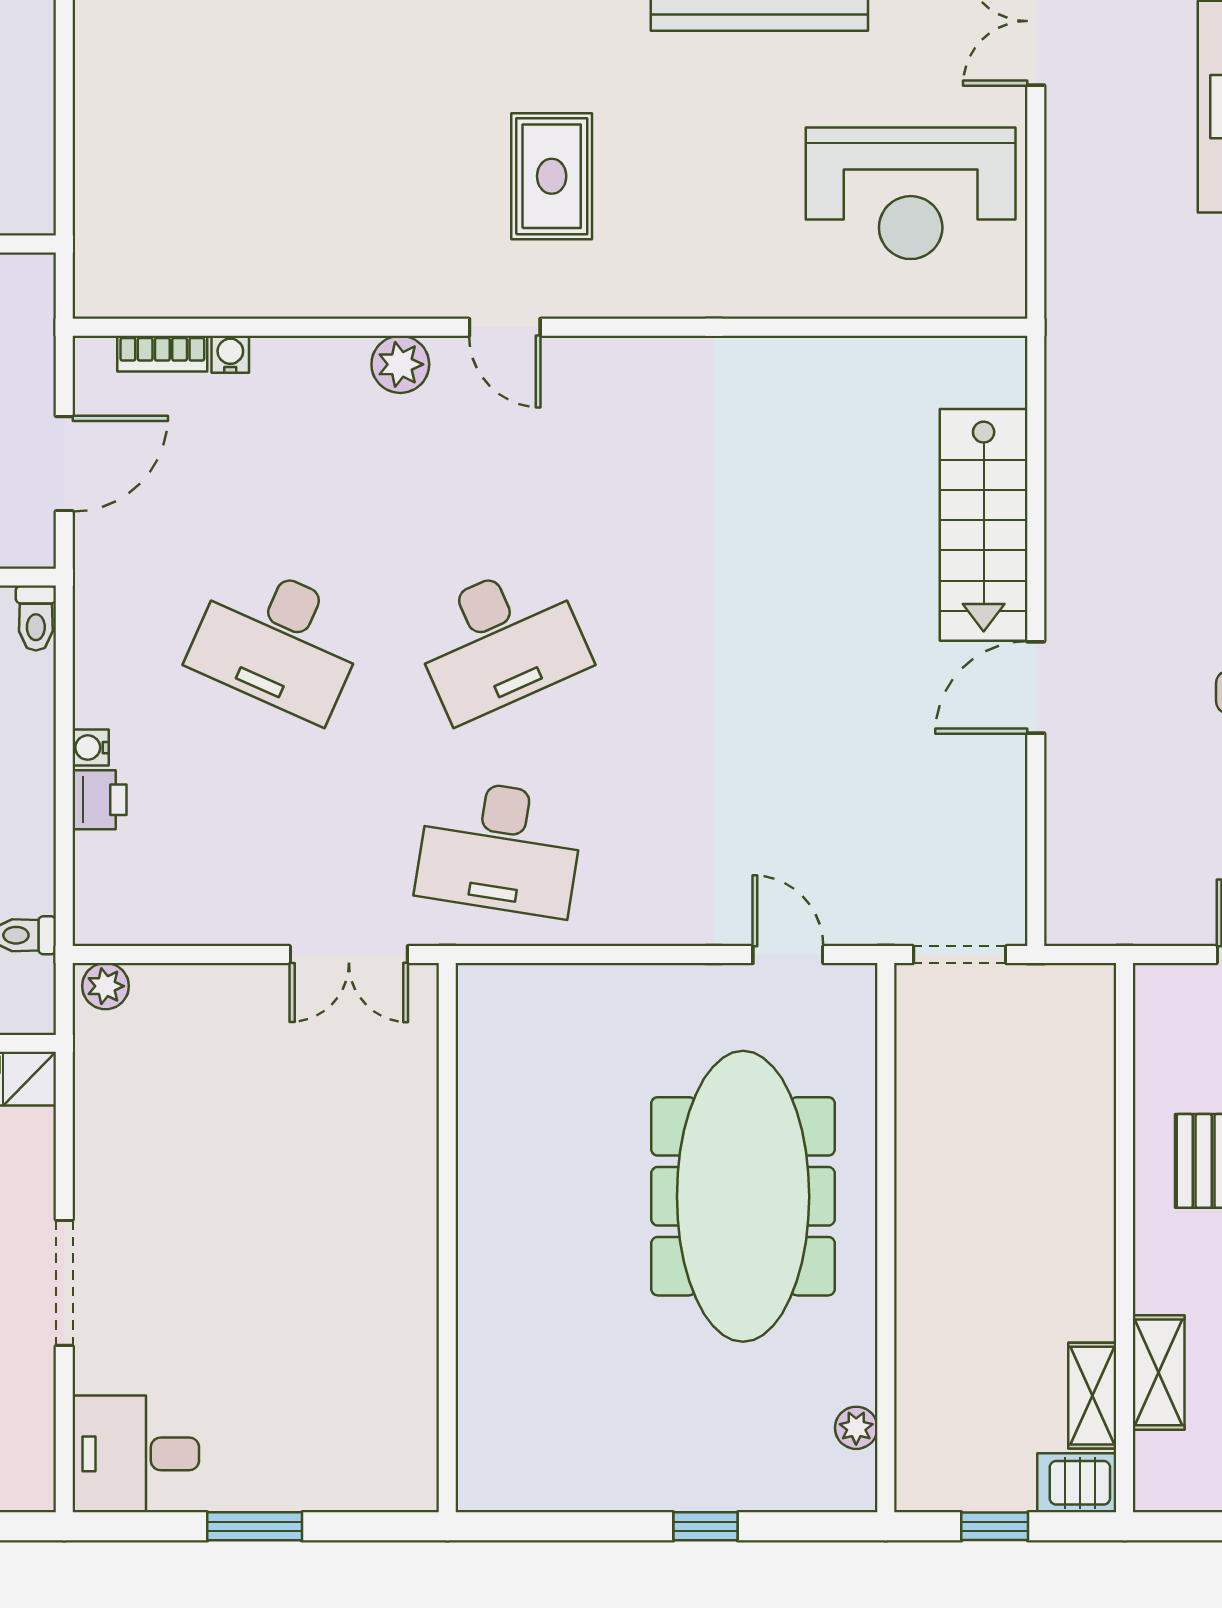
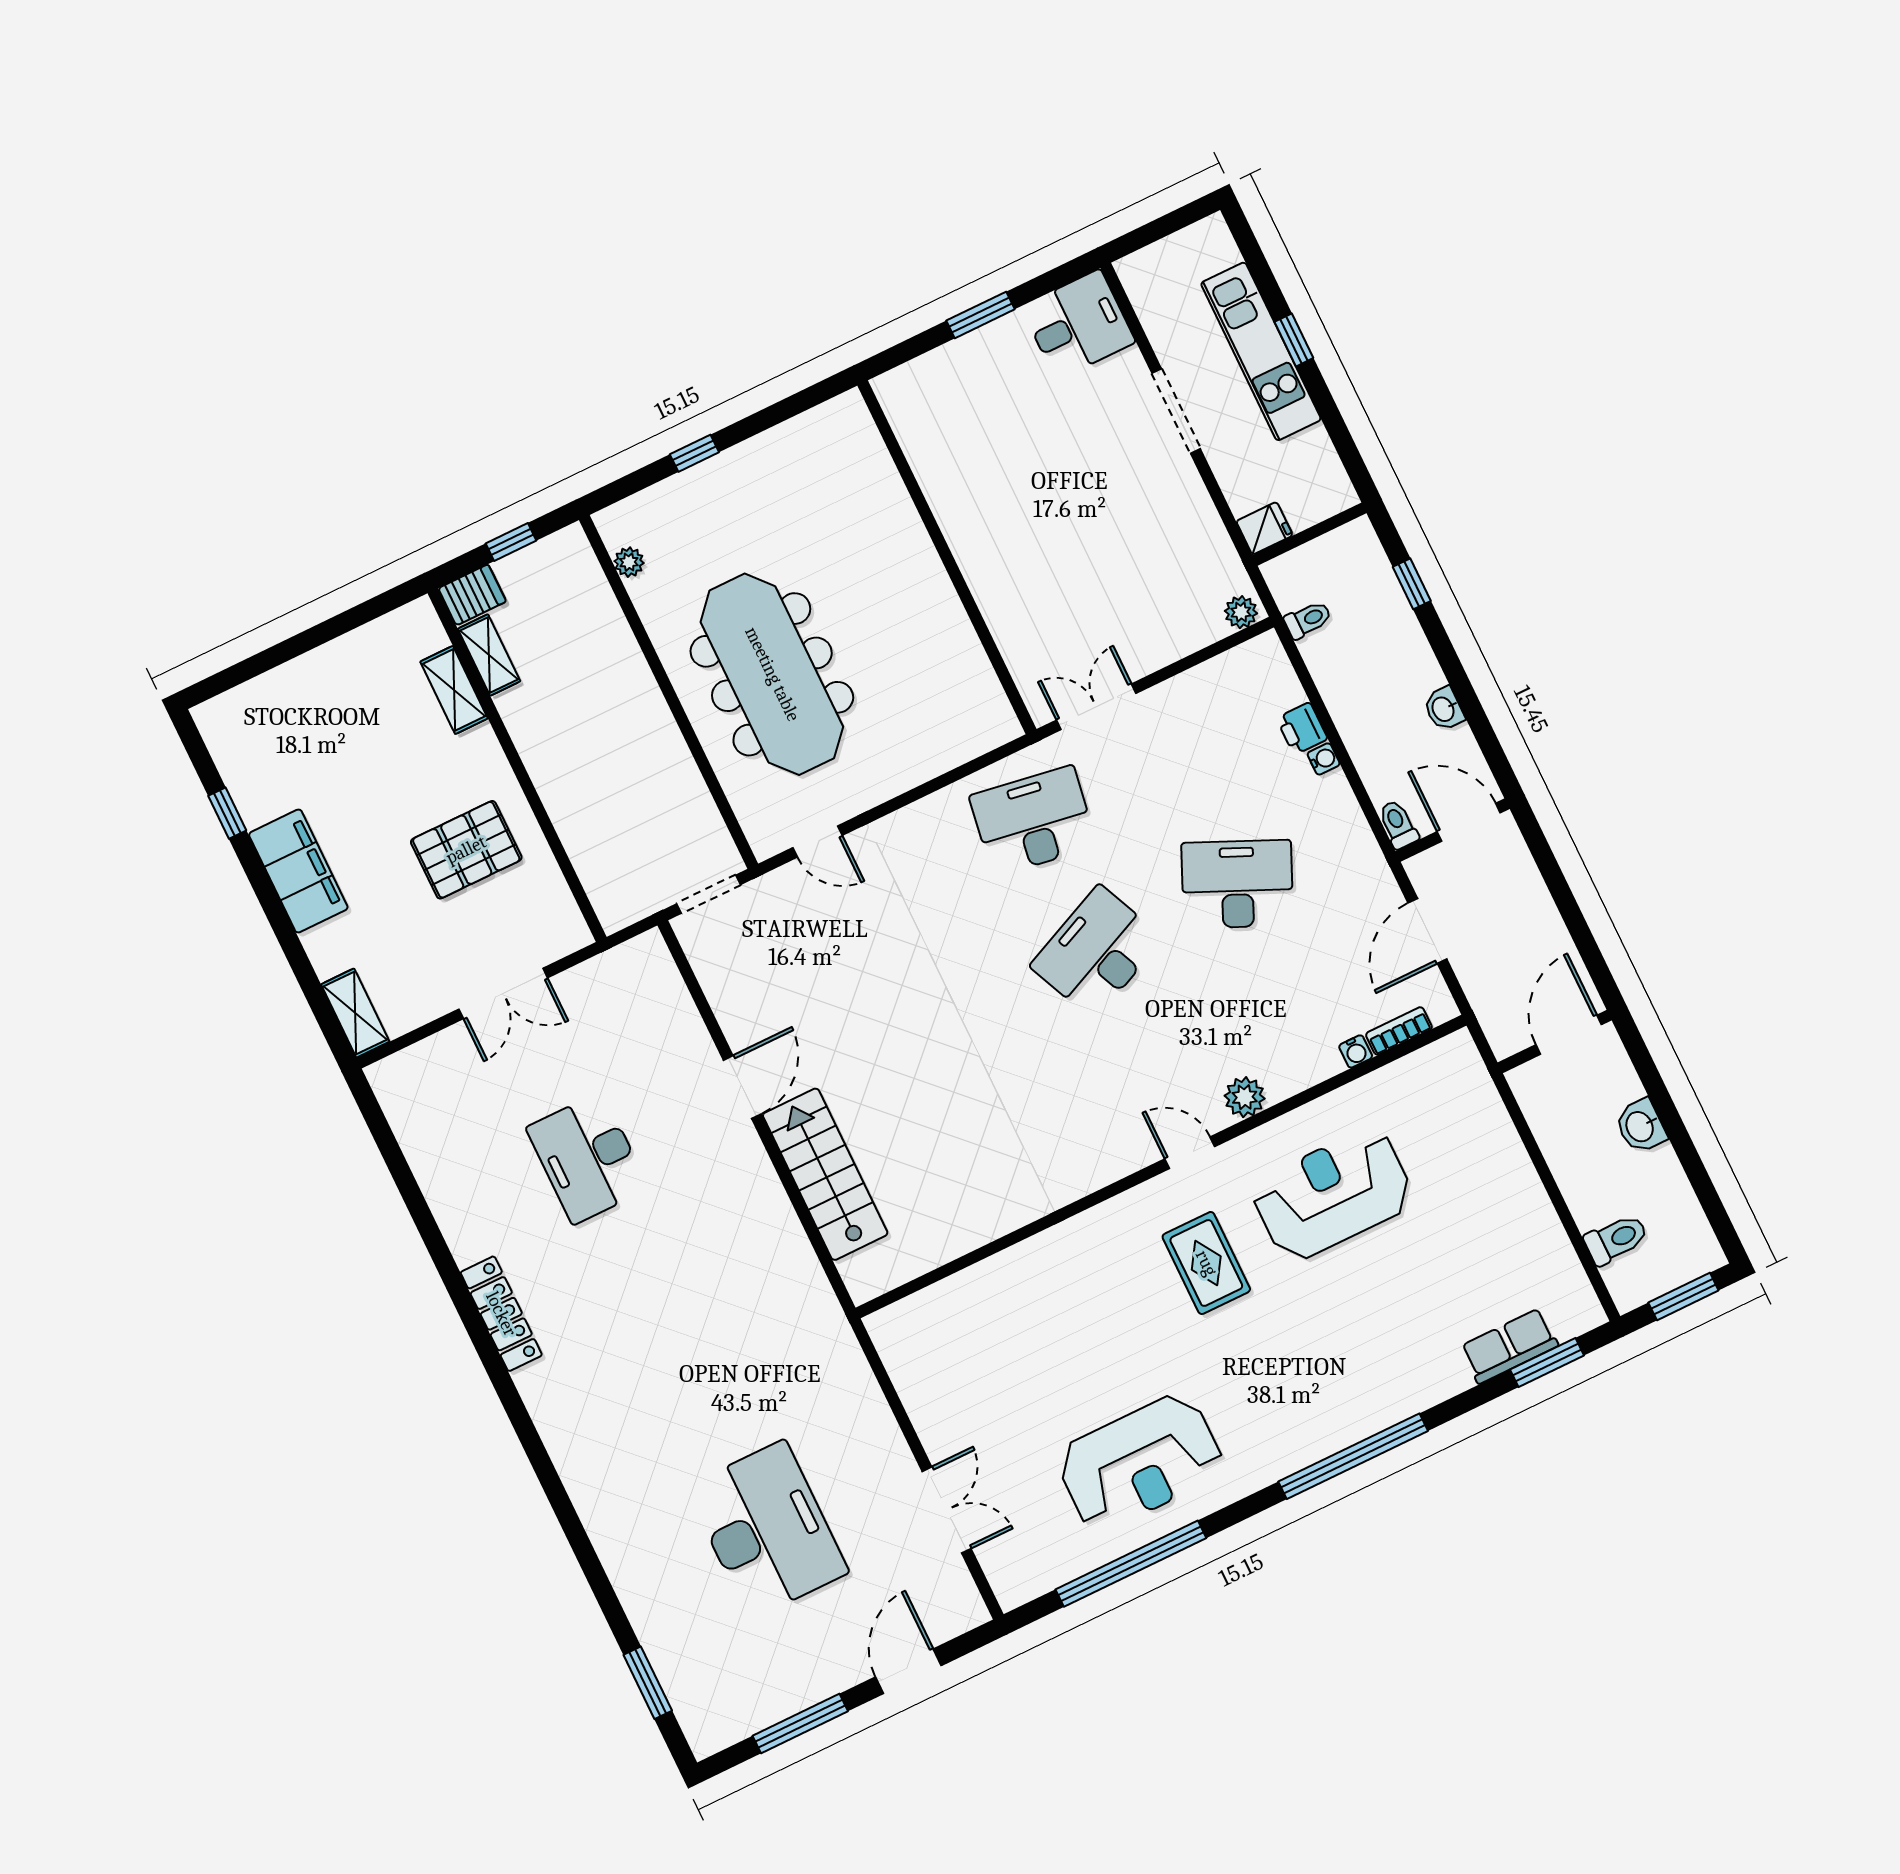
reception desk: (911, 193) -> (1333, 1194), moved

